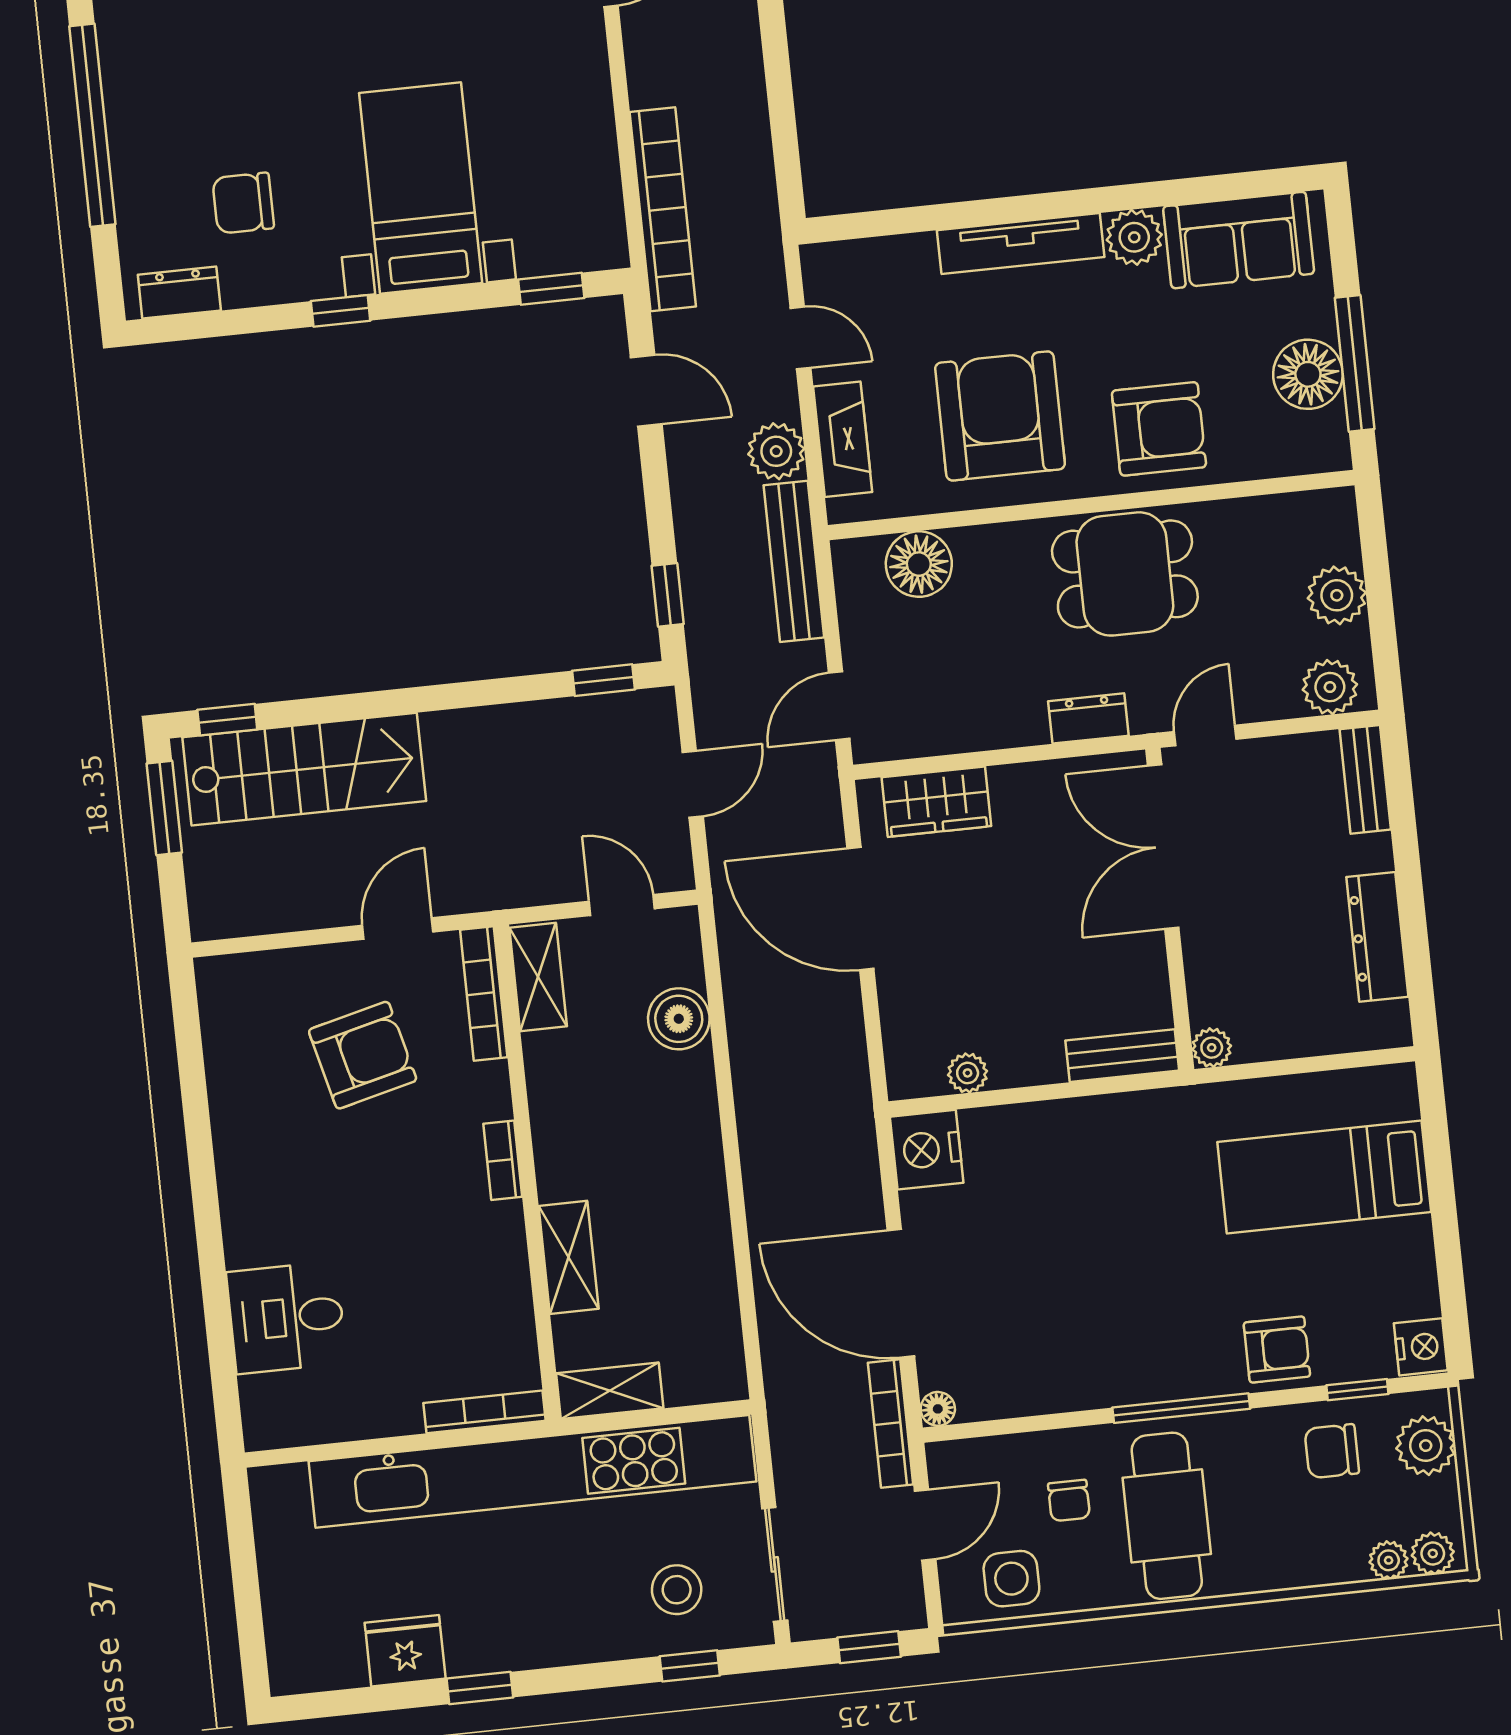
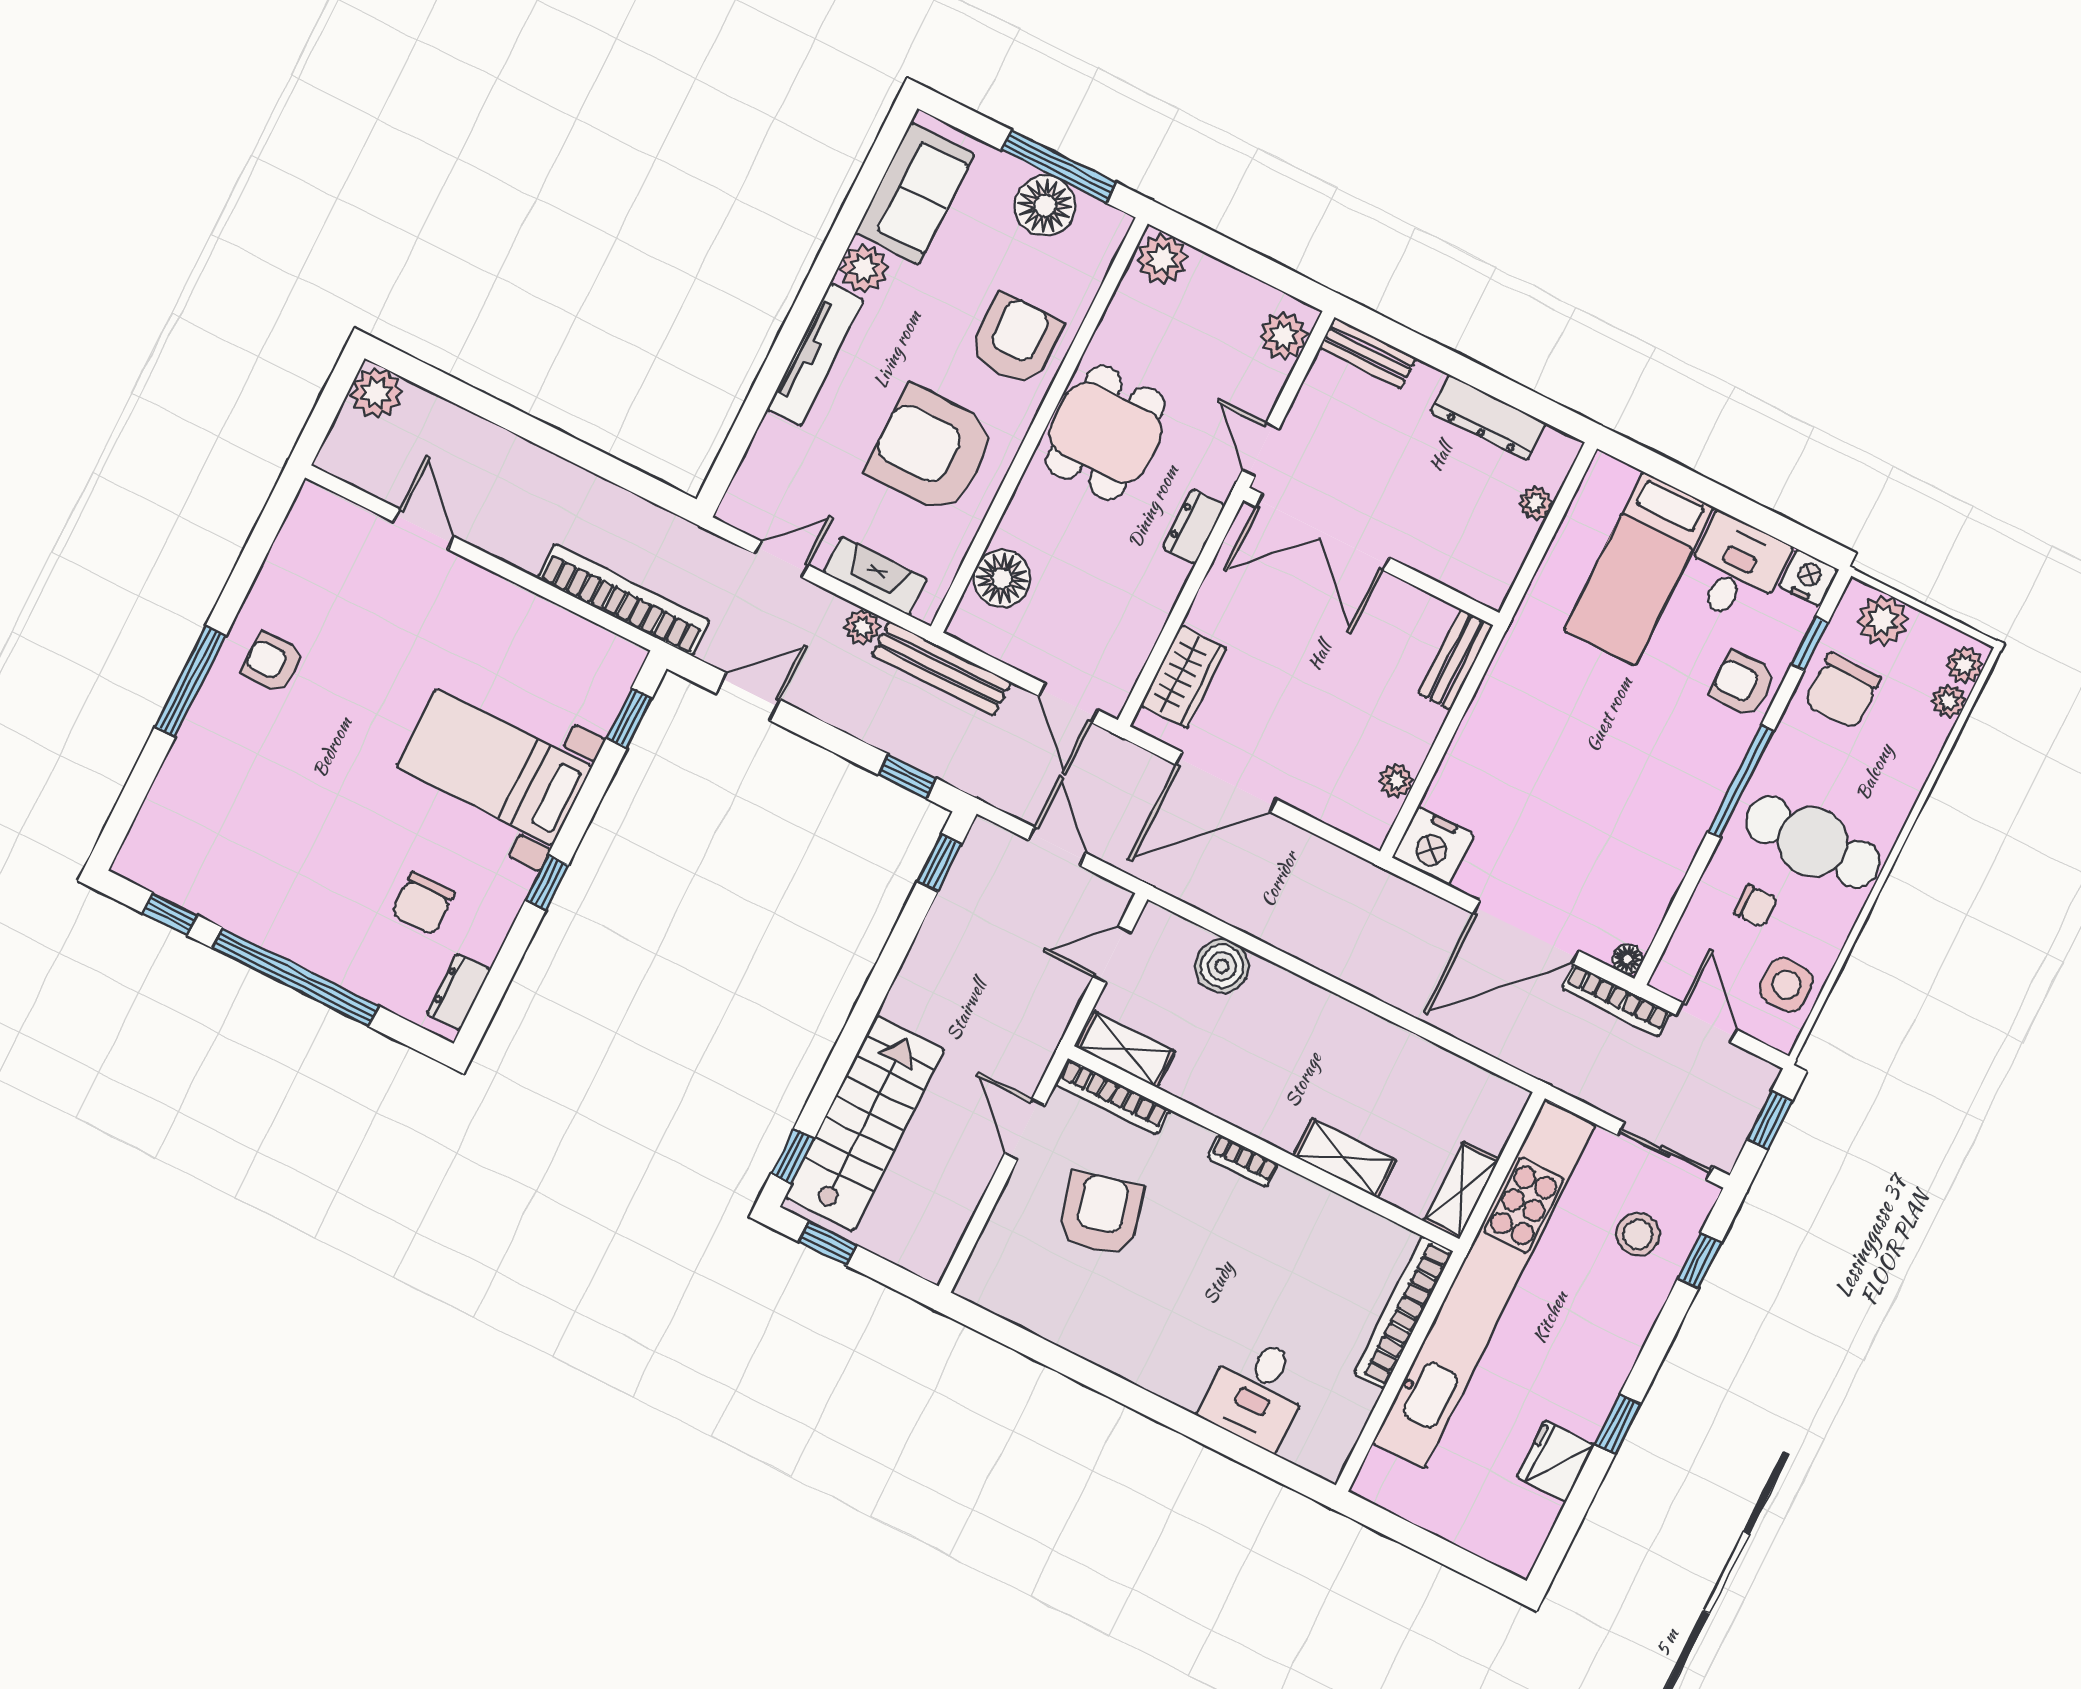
plant: (776, 451) -> (862, 627), width x0.73, depth x0.73
plant: (1337, 595) -> (1162, 259), moved
window: (164, 808) -> (828, 1243), width x0.67
plant: (1212, 1048) -> (1536, 503), moved
desk: (1384, 1271) -> (1735, 569), added
armchair: (1277, 1349) -> (1743, 684), turned -90
bookcase: (485, 1412) -> (1403, 1312), width x1.48, depth x1.31
chair: (1332, 1451) -> (1843, 691), width x1.37, depth x1.37

